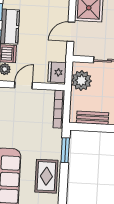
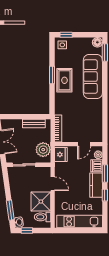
door: (71, 32) -> (53, 184), hinge flipped
window: (65, 150) -> (52, 75), moved

